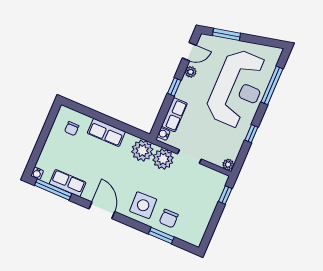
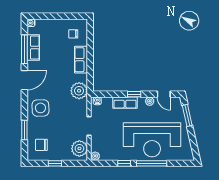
window: (272, 85) -> (152, 163), moved
row of seats: (174, 115) -> (125, 103), moved
plant: (163, 159) -> (79, 149), moved
window: (53, 189) -> (24, 49), moved
window: (225, 195) -> (55, 163), moved
chair: (169, 219) -> (41, 145), moved

